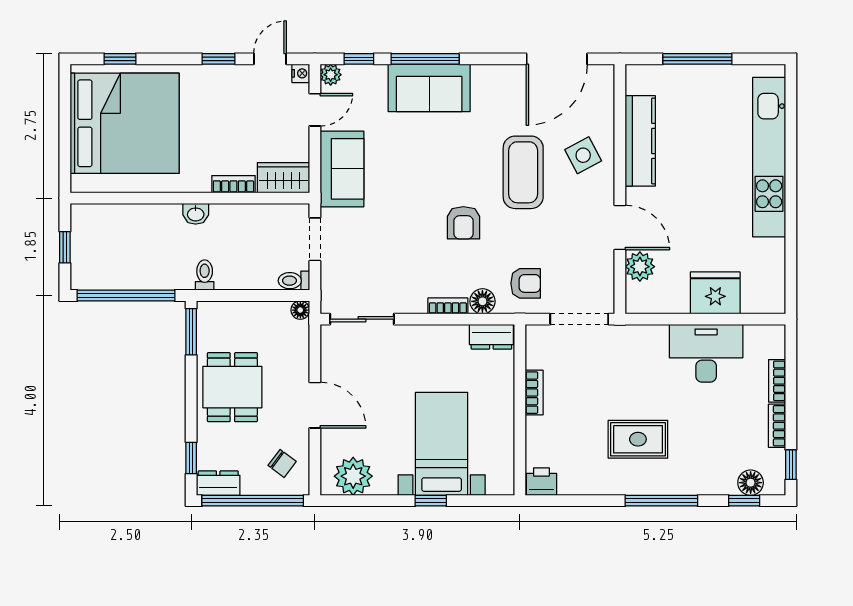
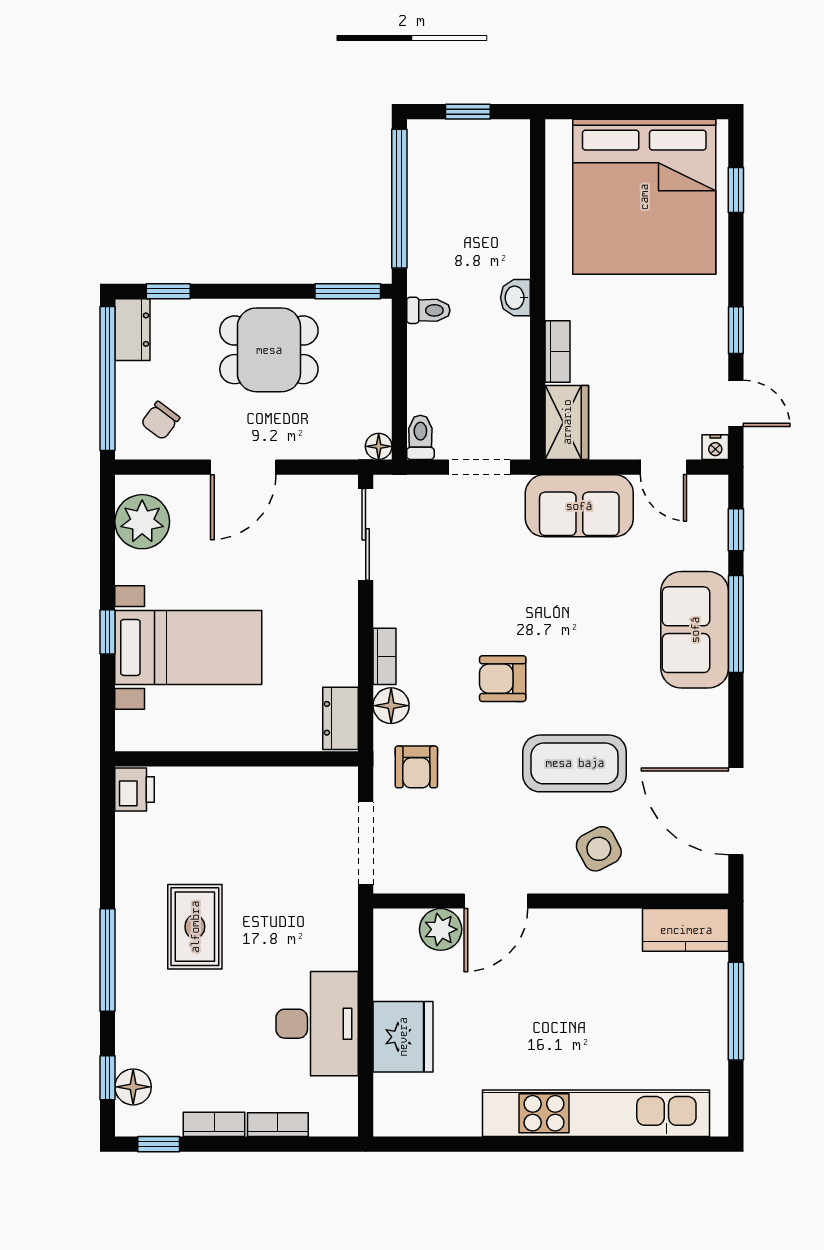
plant: (331, 75) -> (713, 490), removed
kitchen counter: (640, 141) -> (686, 930), moved, width x0.67
bookcase: (534, 393) -> (261, 779), removed

